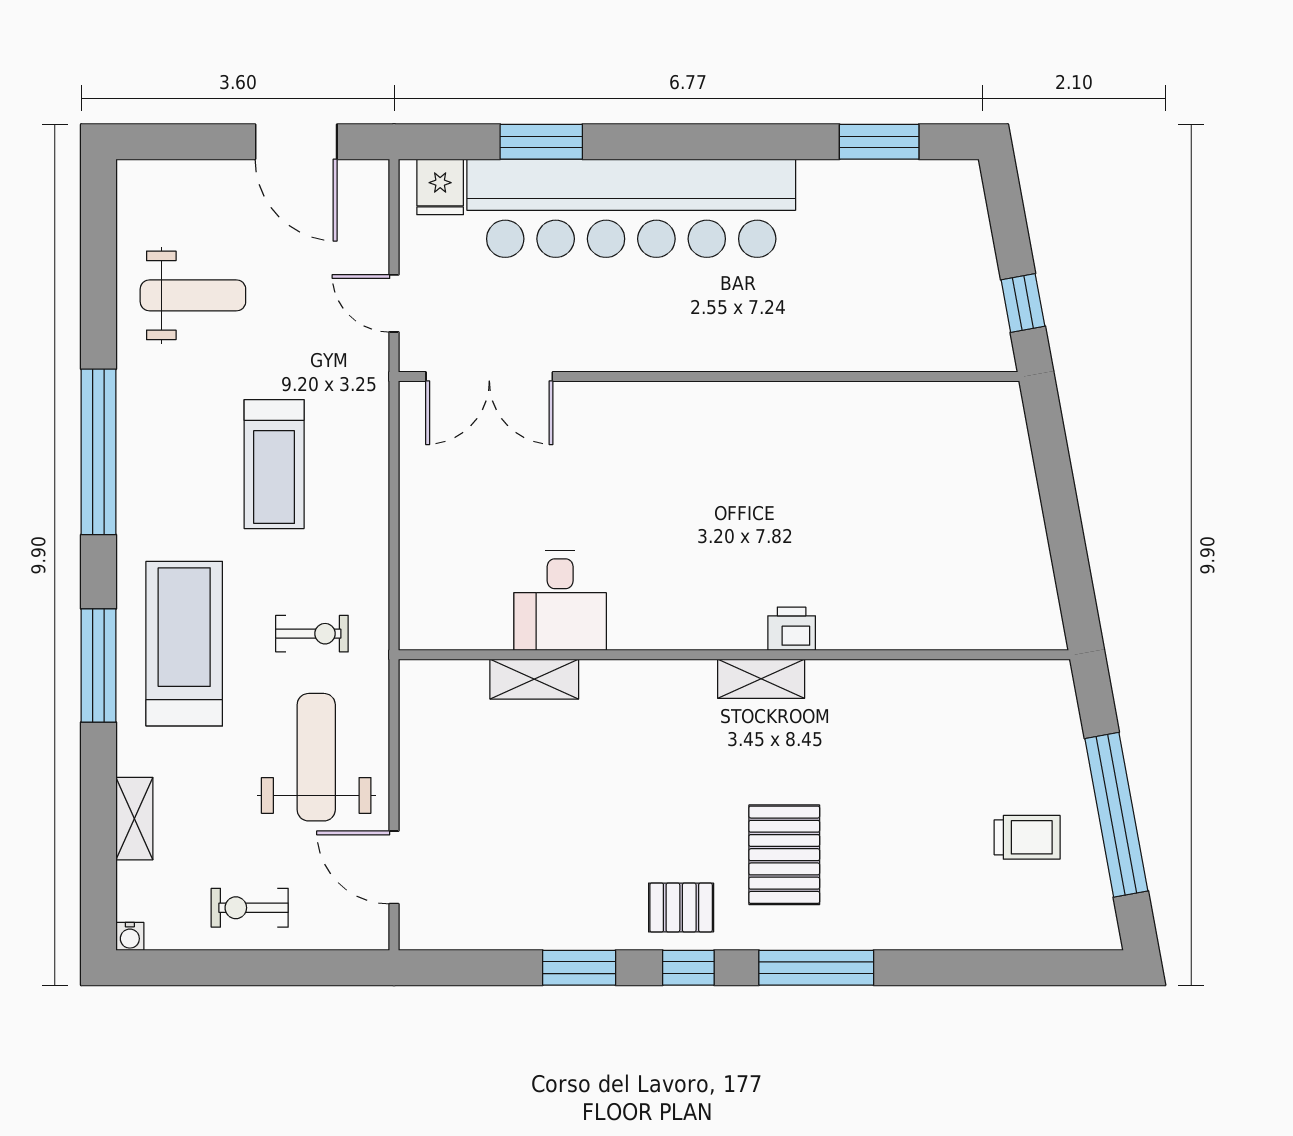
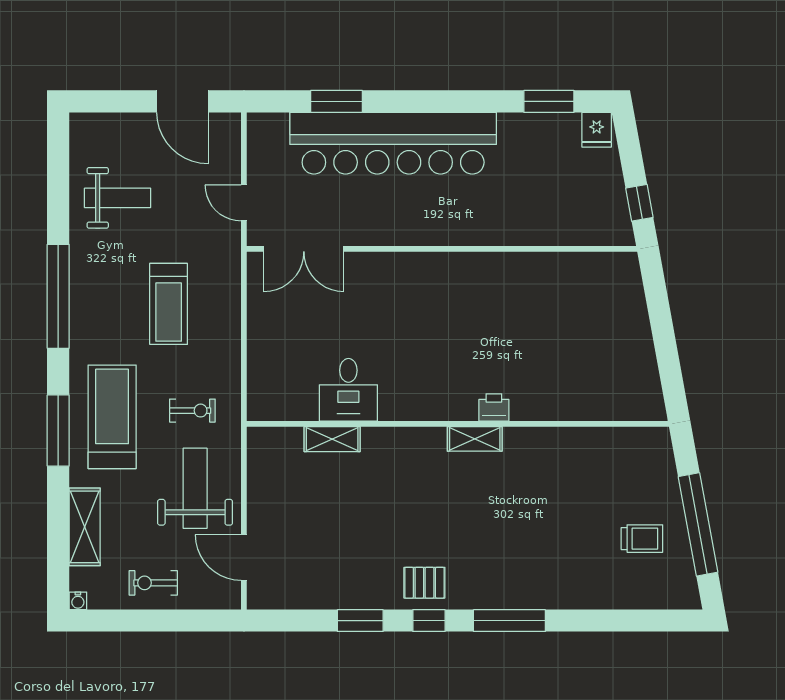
fridge: (440, 187) -> (597, 130), moved
shelving: (134, 819) -> (85, 527), width x1.50, depth x1.33
pallet: (784, 855) -> (489, 550), removed

